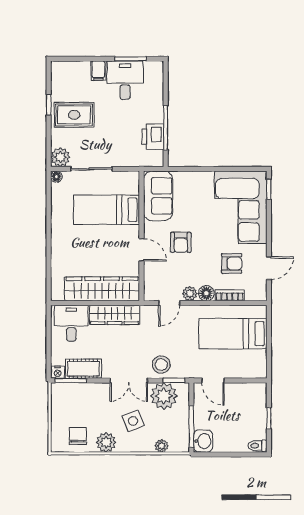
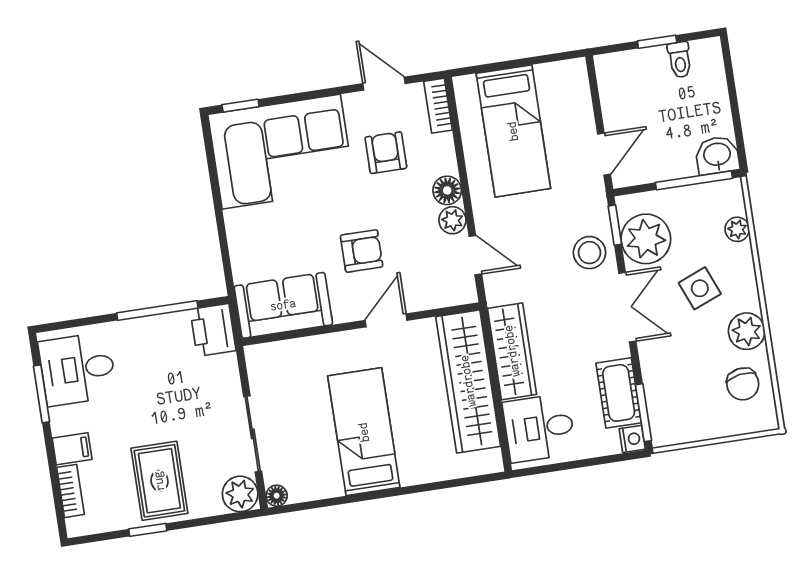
bookcase: (76, 66) -> (70, 491), added
desk: (125, 80) -> (78, 369), moved
printer: (153, 137) -> (213, 330), moved, turned 90
bed: (107, 210) -> (364, 432), moved, turned 180
bookcase: (230, 295) -> (438, 106), moved
chair: (78, 436) -> (743, 384), turned -99
toilet: (257, 446) -> (680, 60), moved

